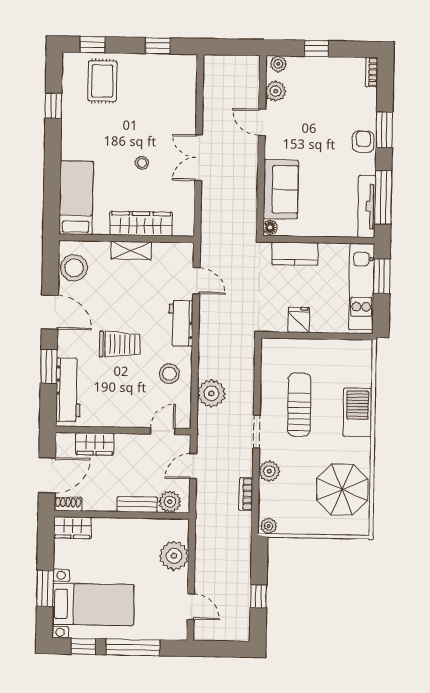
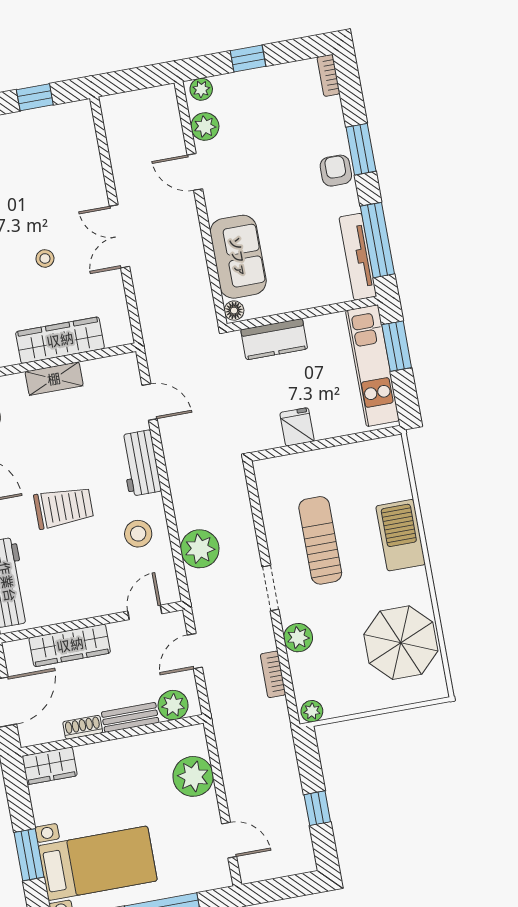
wardrobe: (95, 444) -> (70, 645), width x1.50
shoe rack: (68, 504) -> (83, 727), moved

